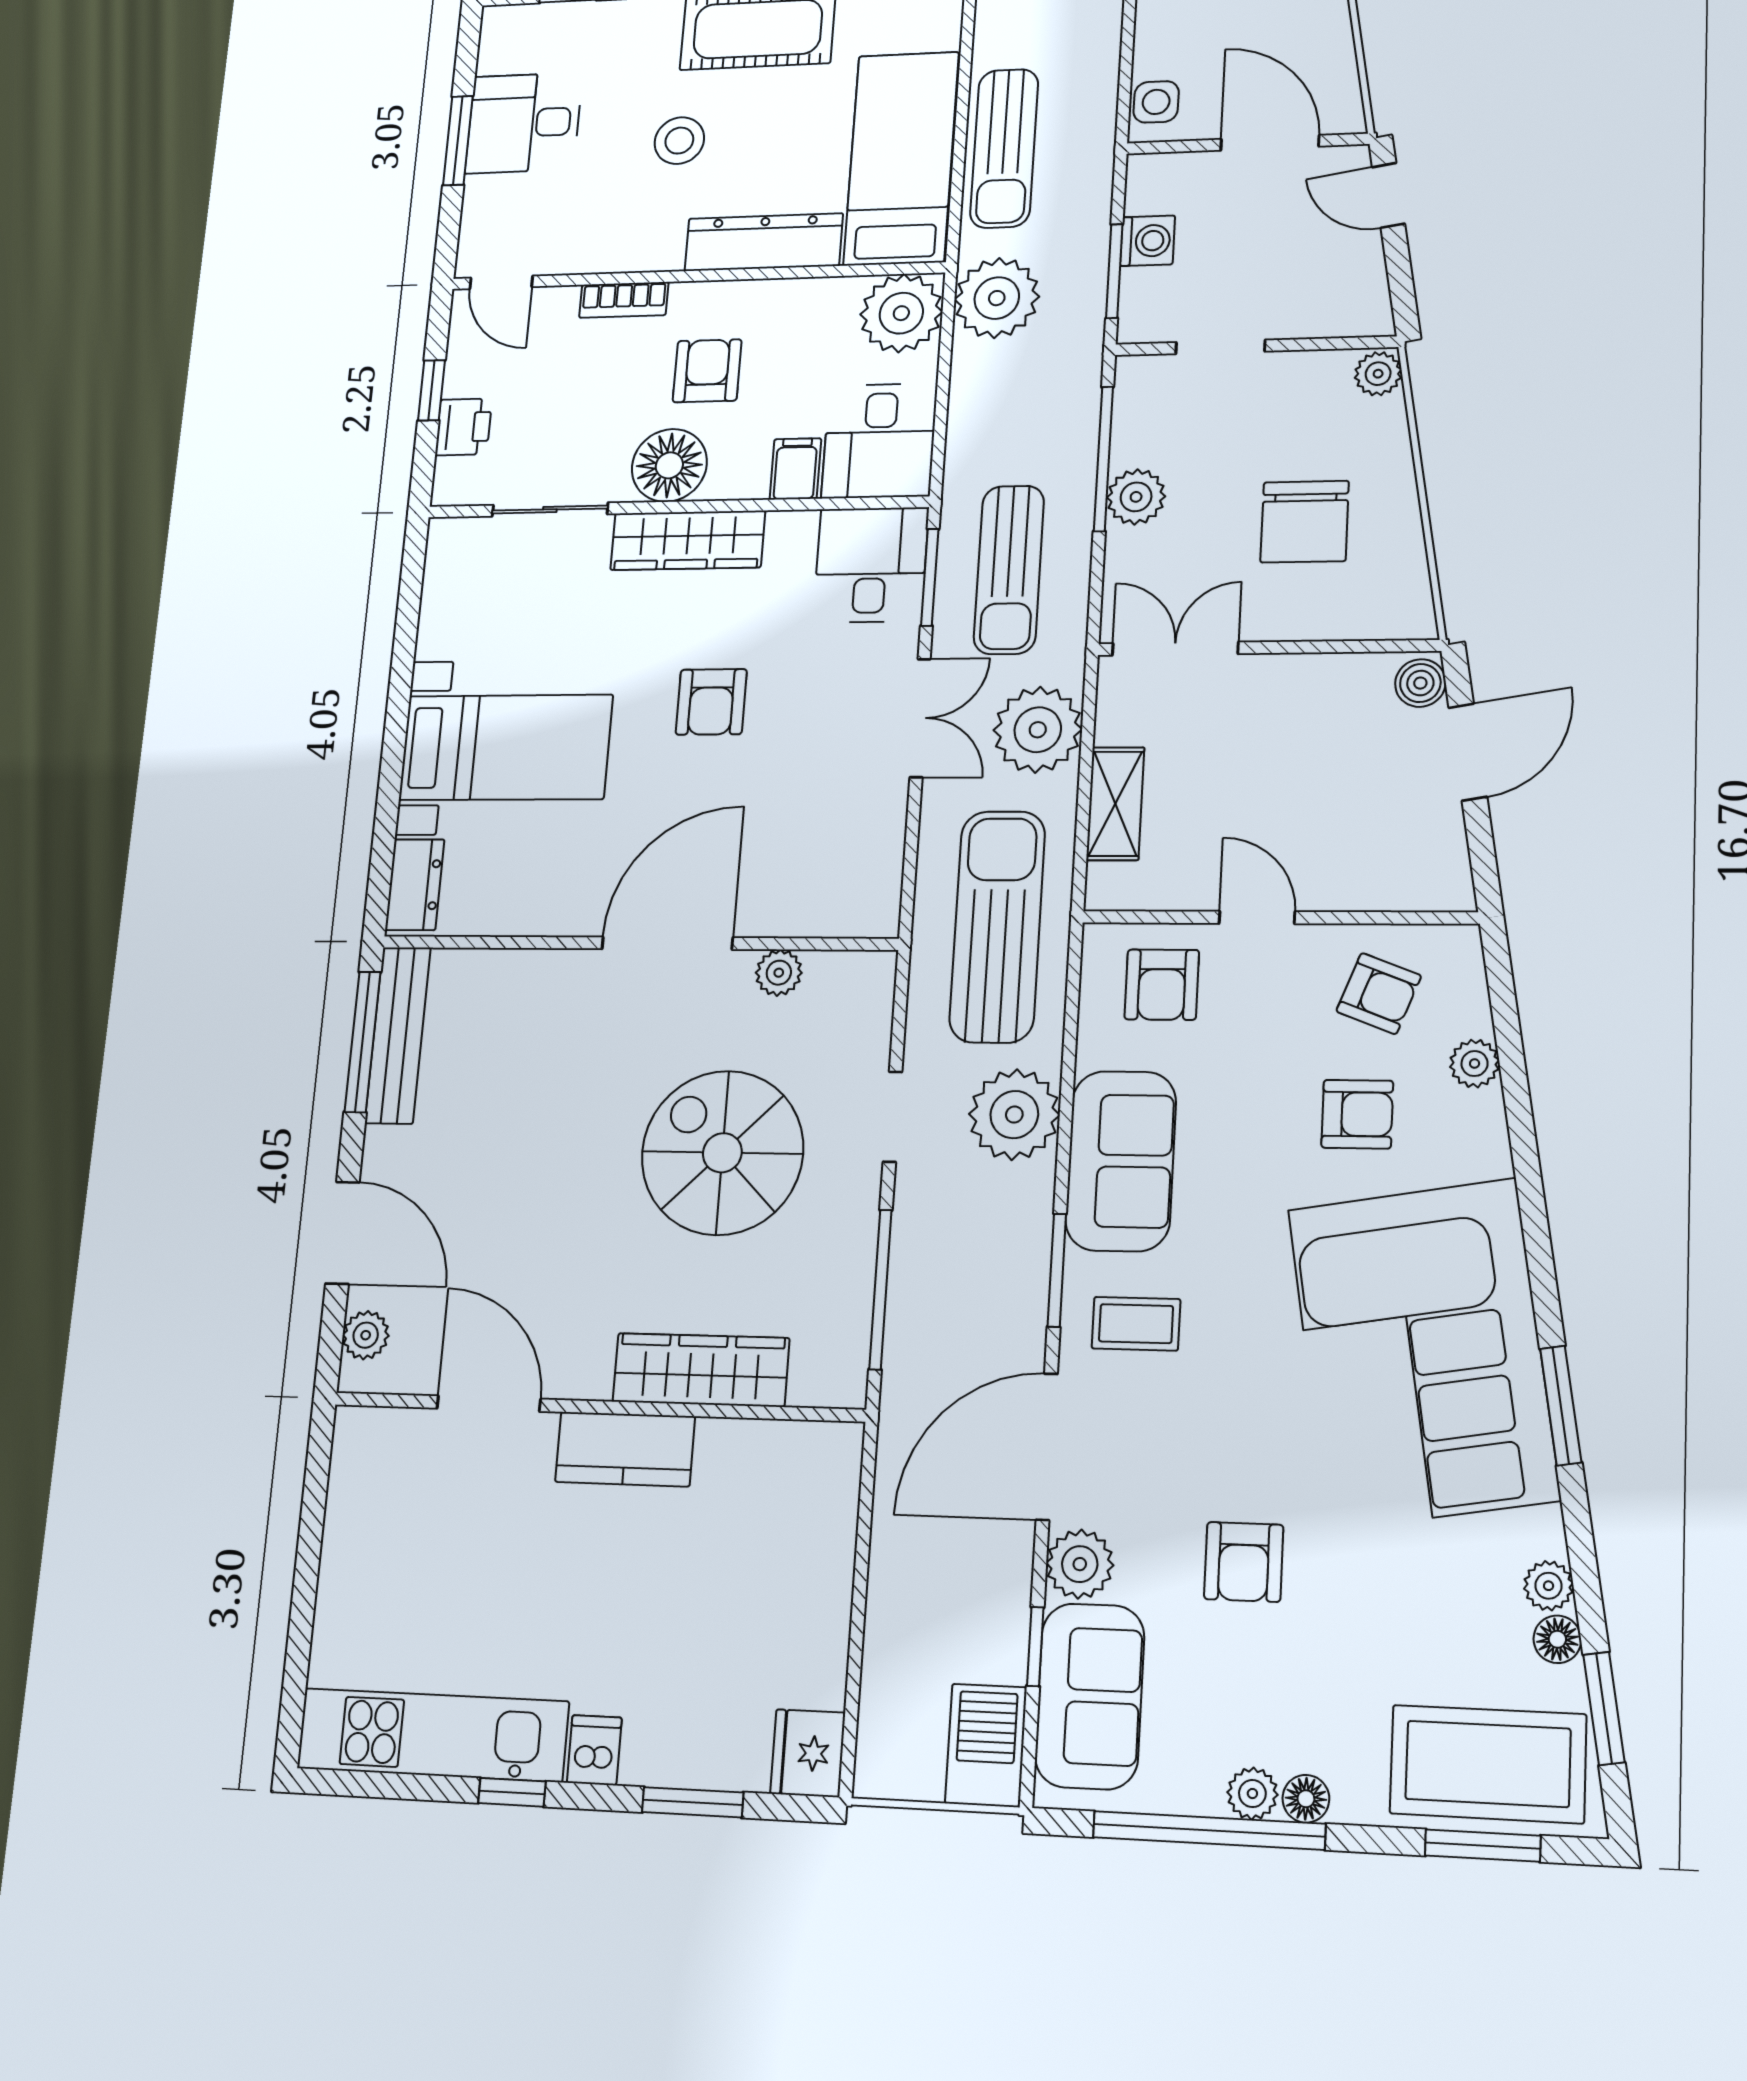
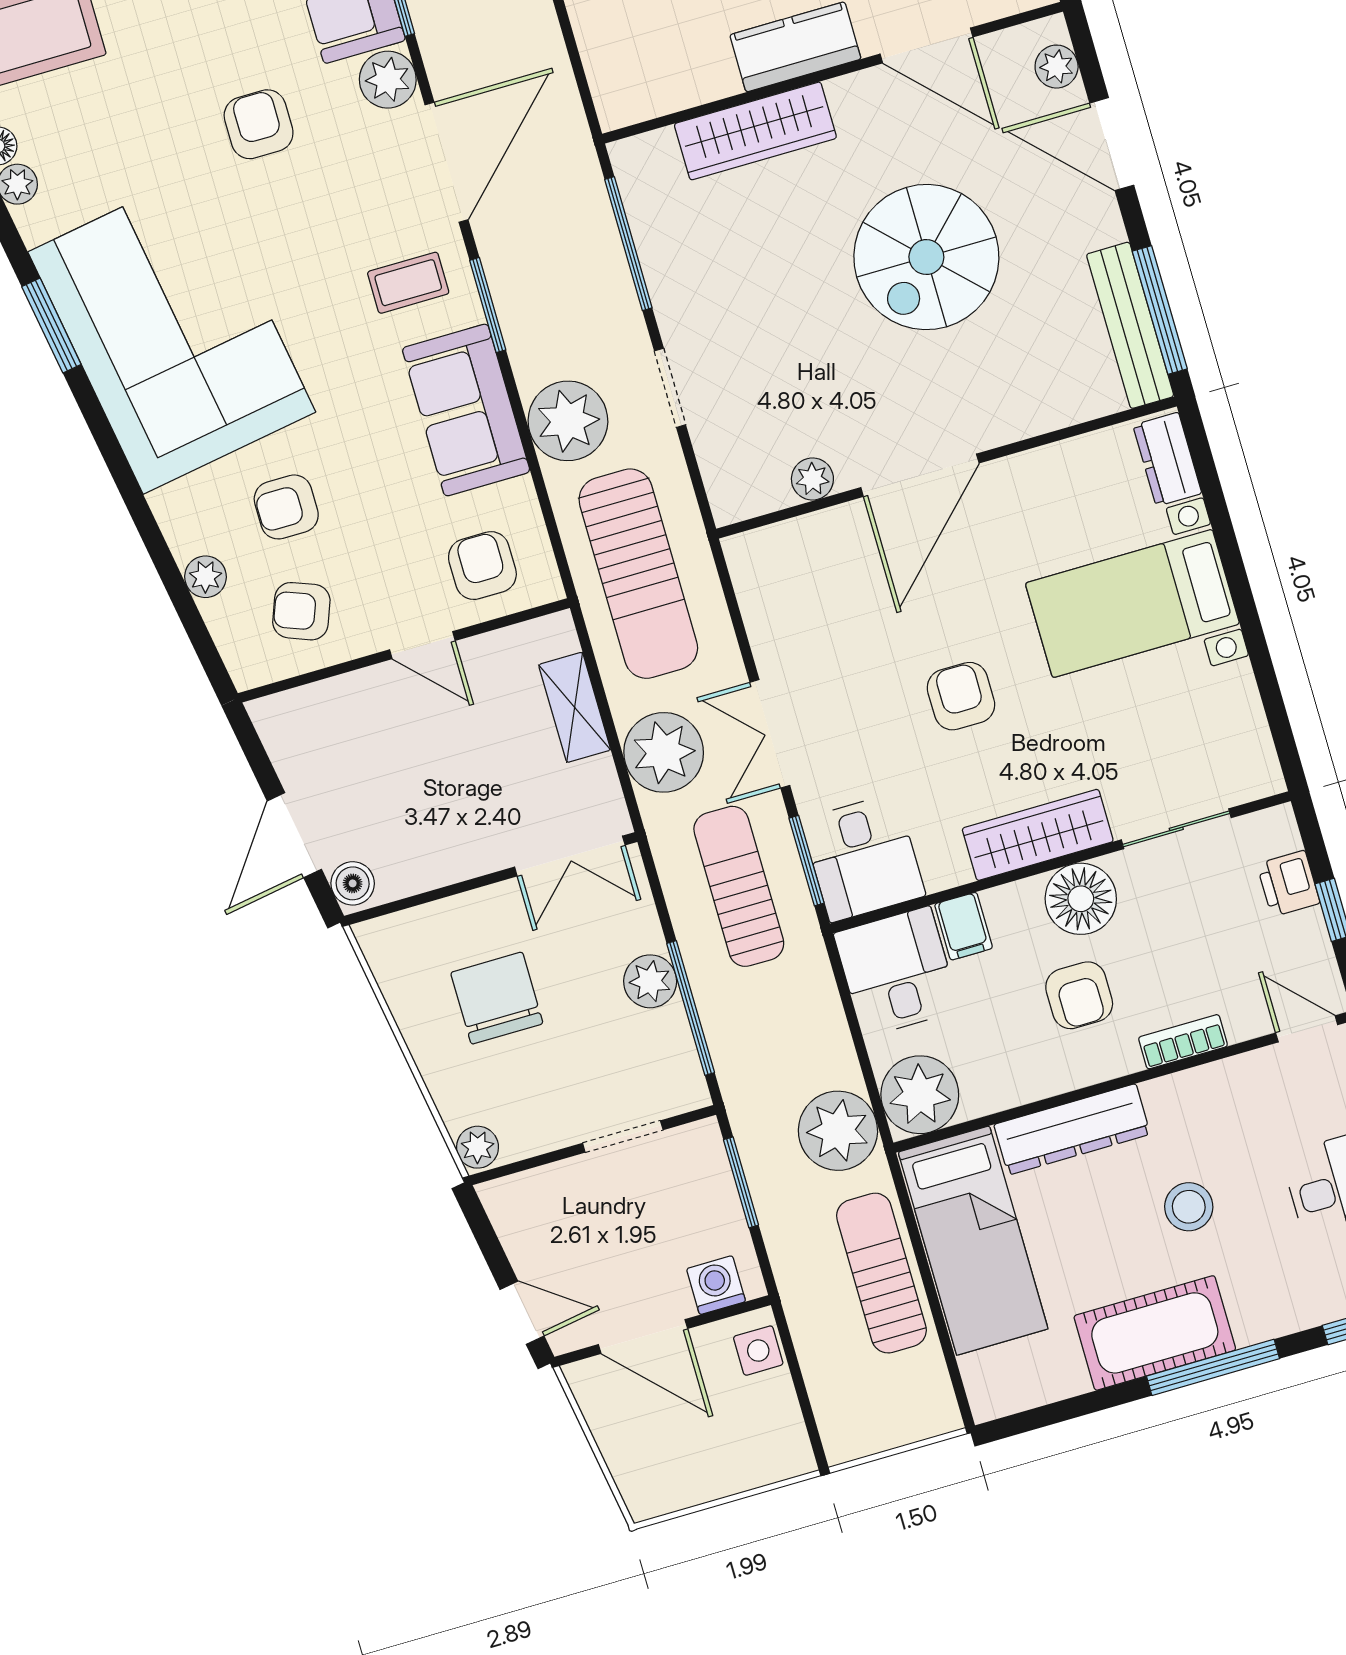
washing machine: (1148, 241) -> (716, 1285), moved, turned 90
spiral stairs: (722, 1153) -> (926, 257), moved, turned 90

